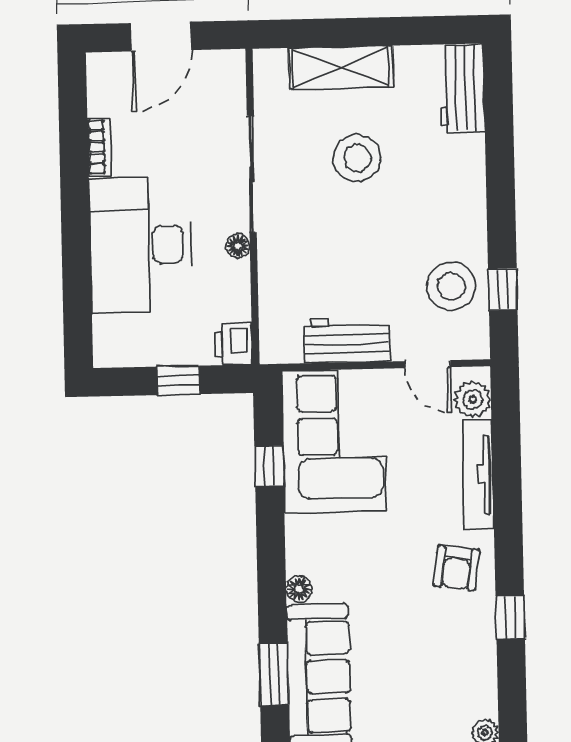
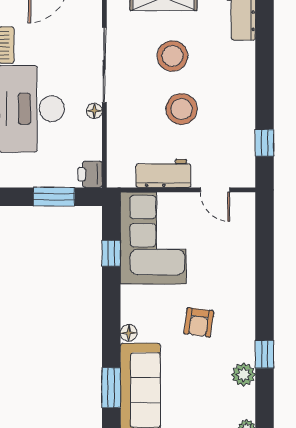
stool: (451, 286) -> (182, 109), moved
window: (178, 380) -> (54, 197), width x1.50
plant: (473, 399) -> (243, 375), moved
tv unit: (478, 475) -> (246, 262), removed
armchair: (457, 568) -> (199, 322), moved

